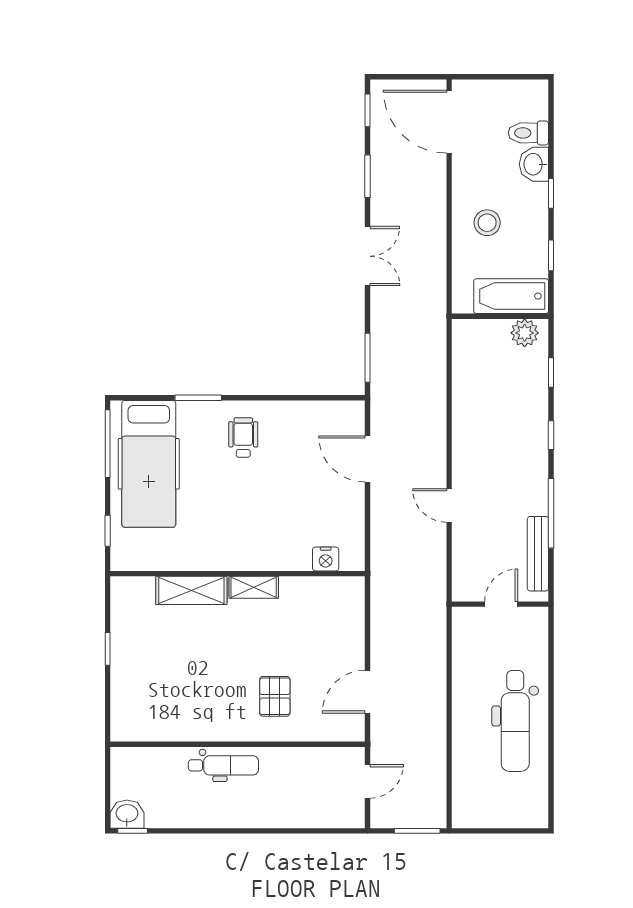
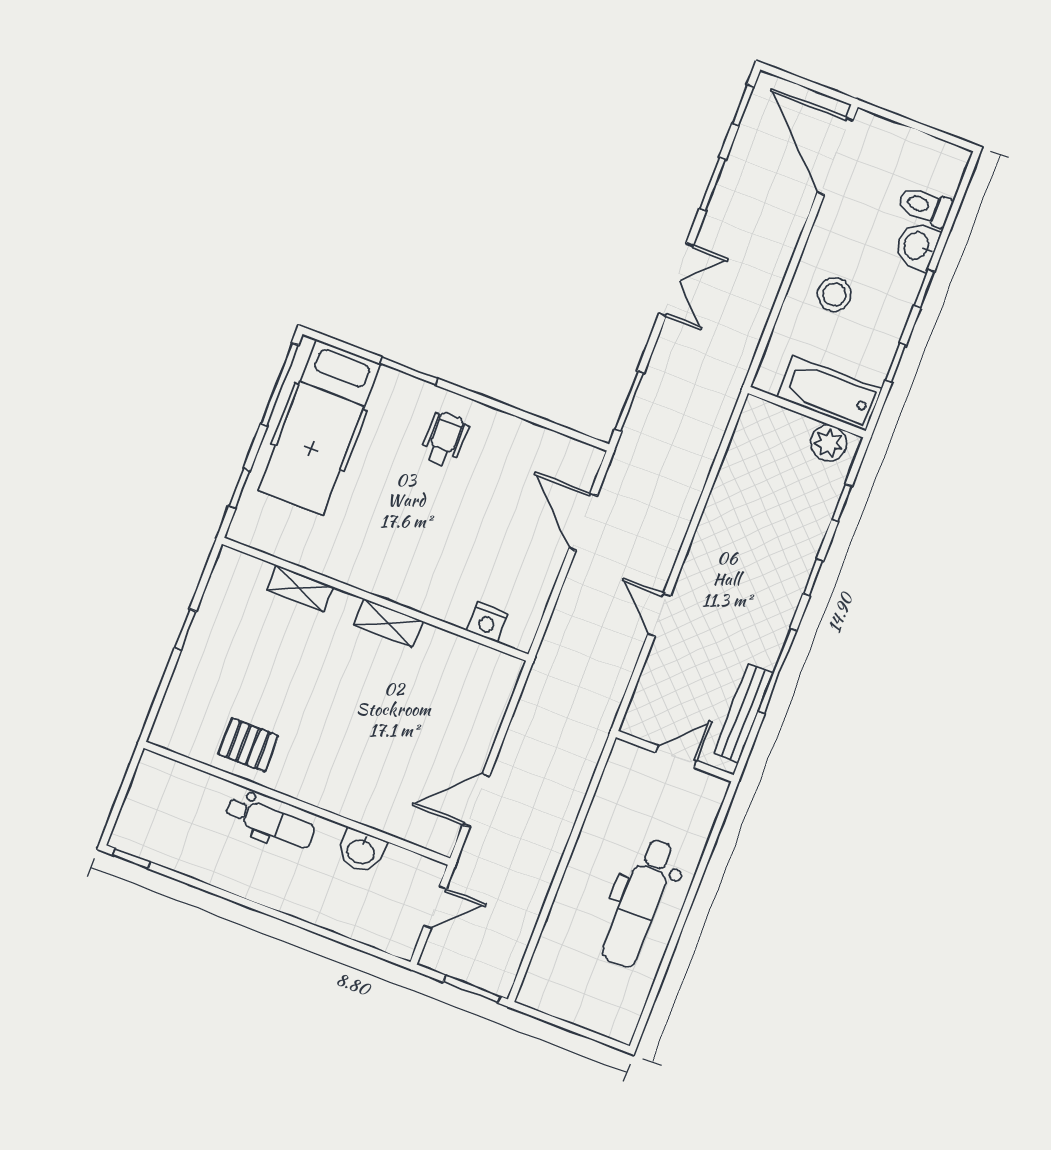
shelving: (191, 590) -> (300, 588), width x0.67, depth x0.75
pallet: (275, 696) -> (248, 745), moved, turned 90
washbasin: (127, 814) -> (361, 851), moved, turned 180

